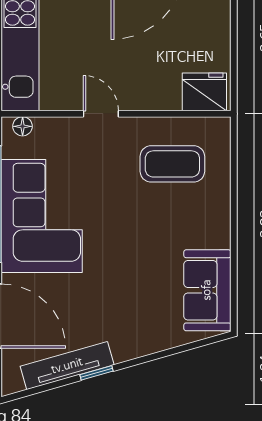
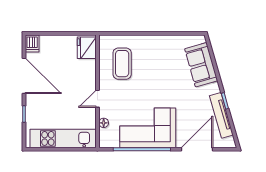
floor lamp: (23, 126) -> (104, 123), moved
sofa: (207, 290) -> (201, 65), moved, turned 74

